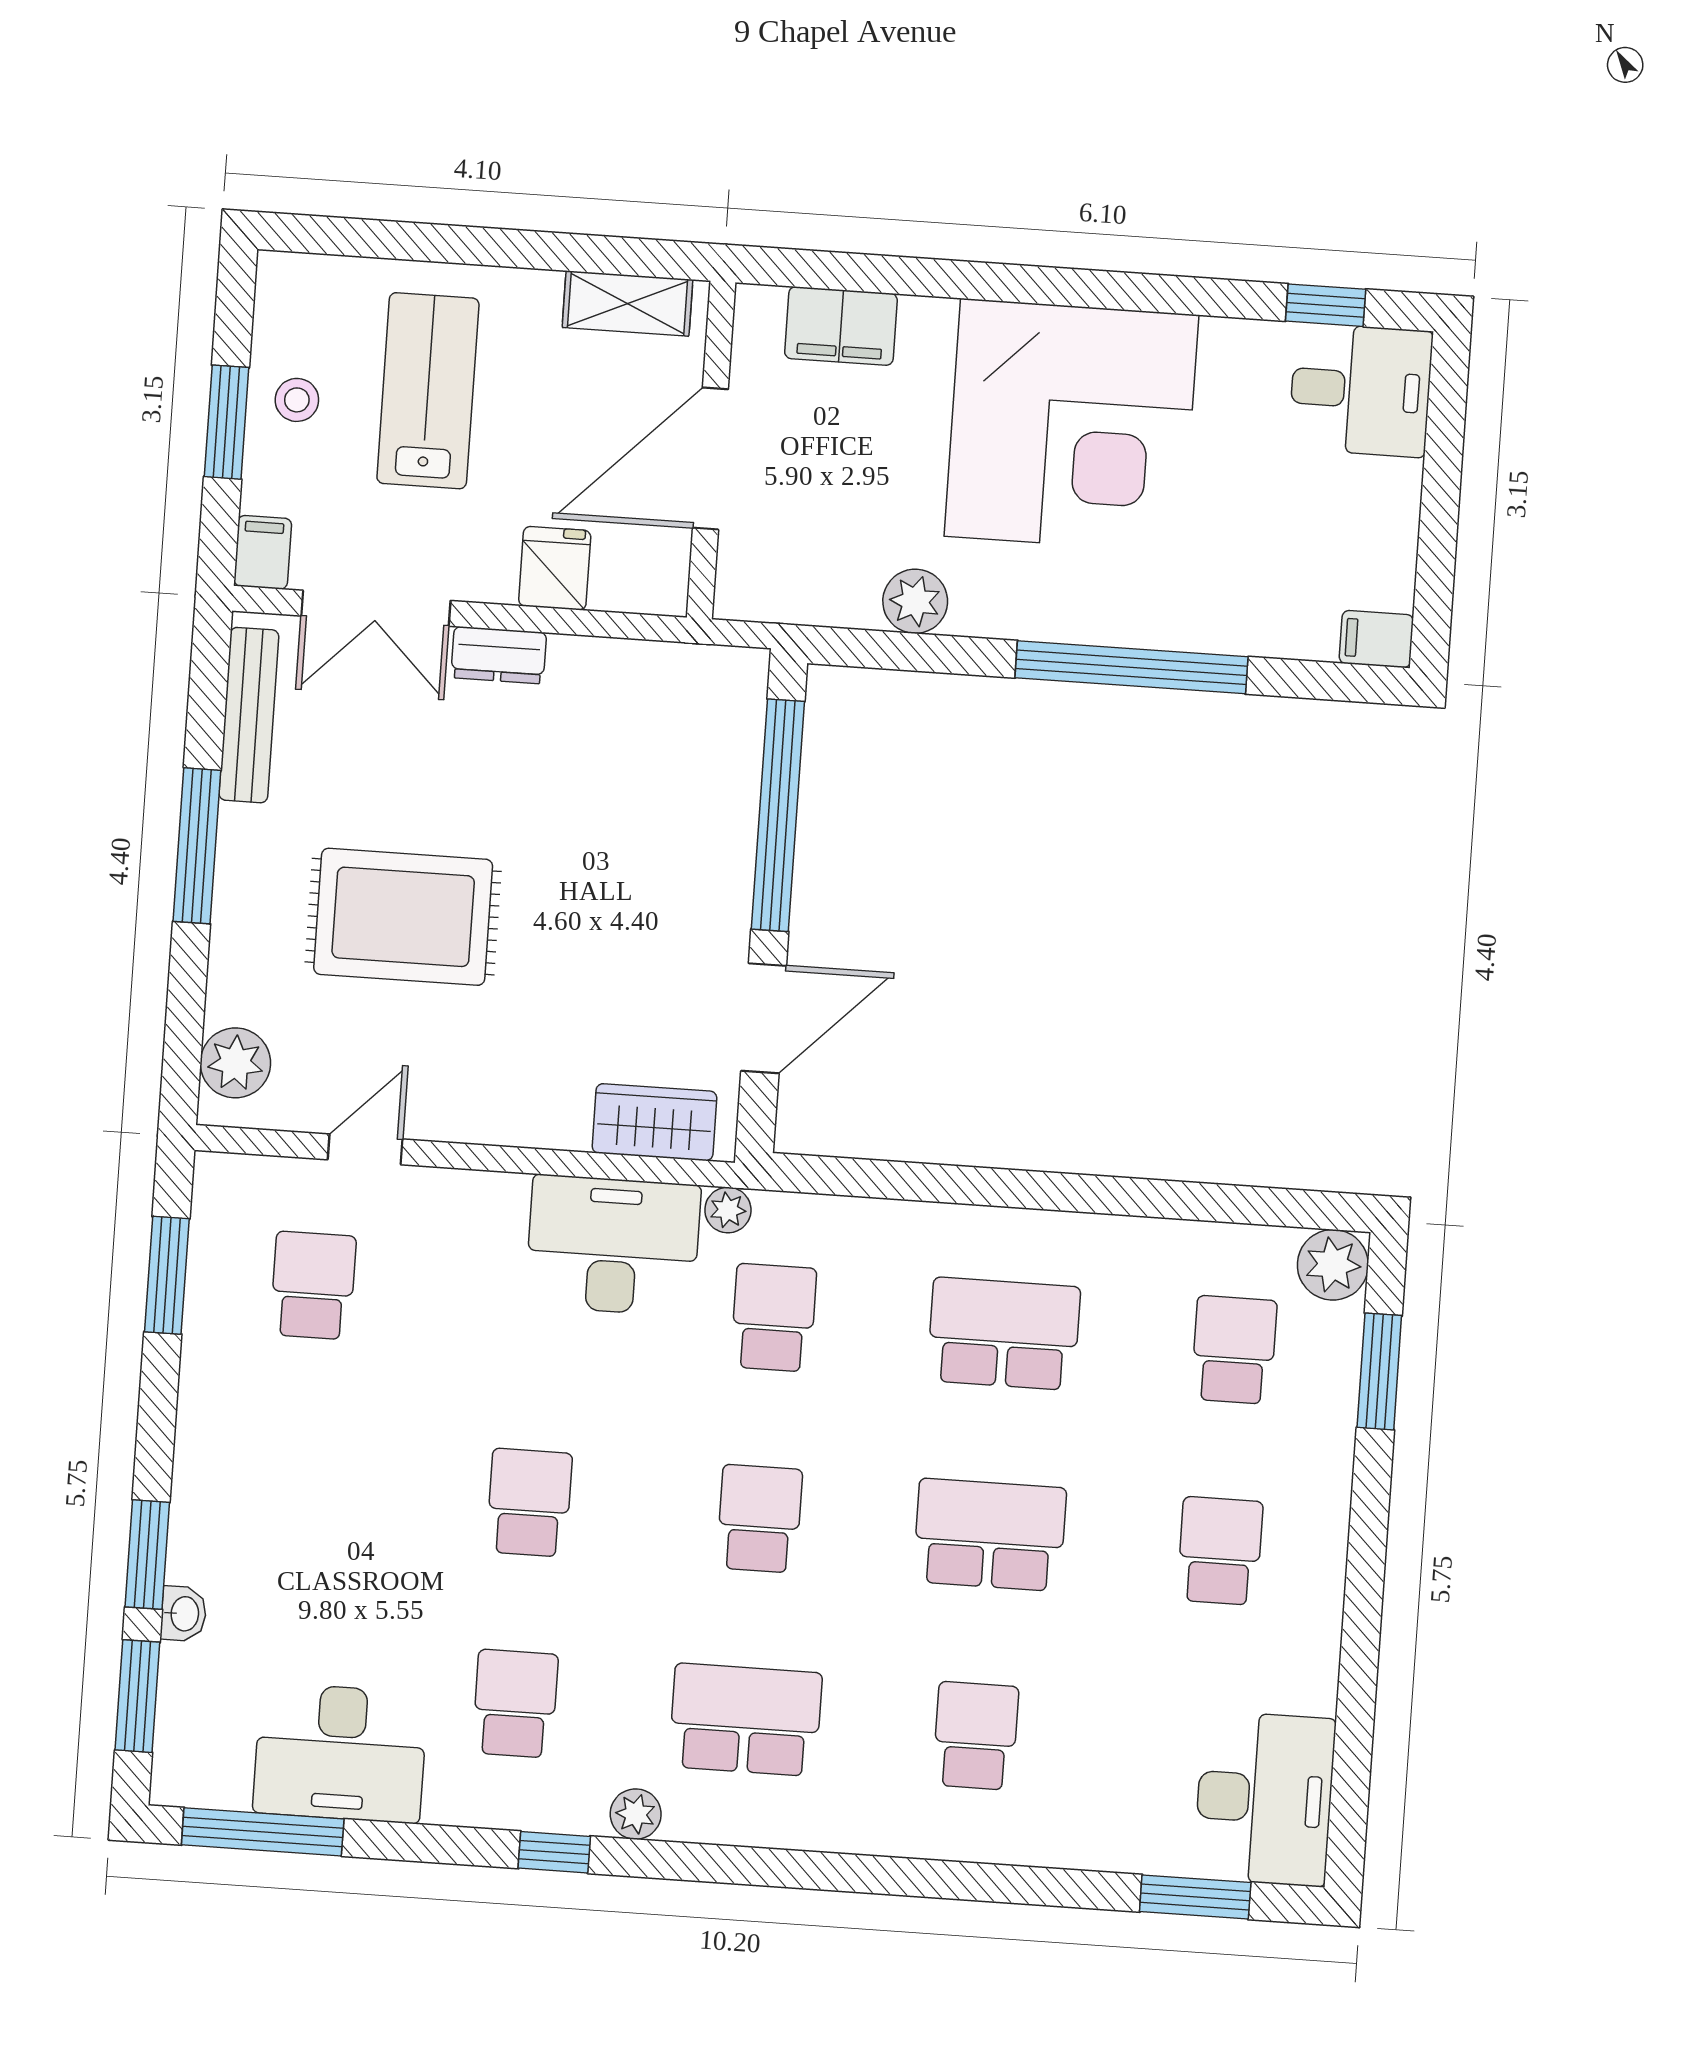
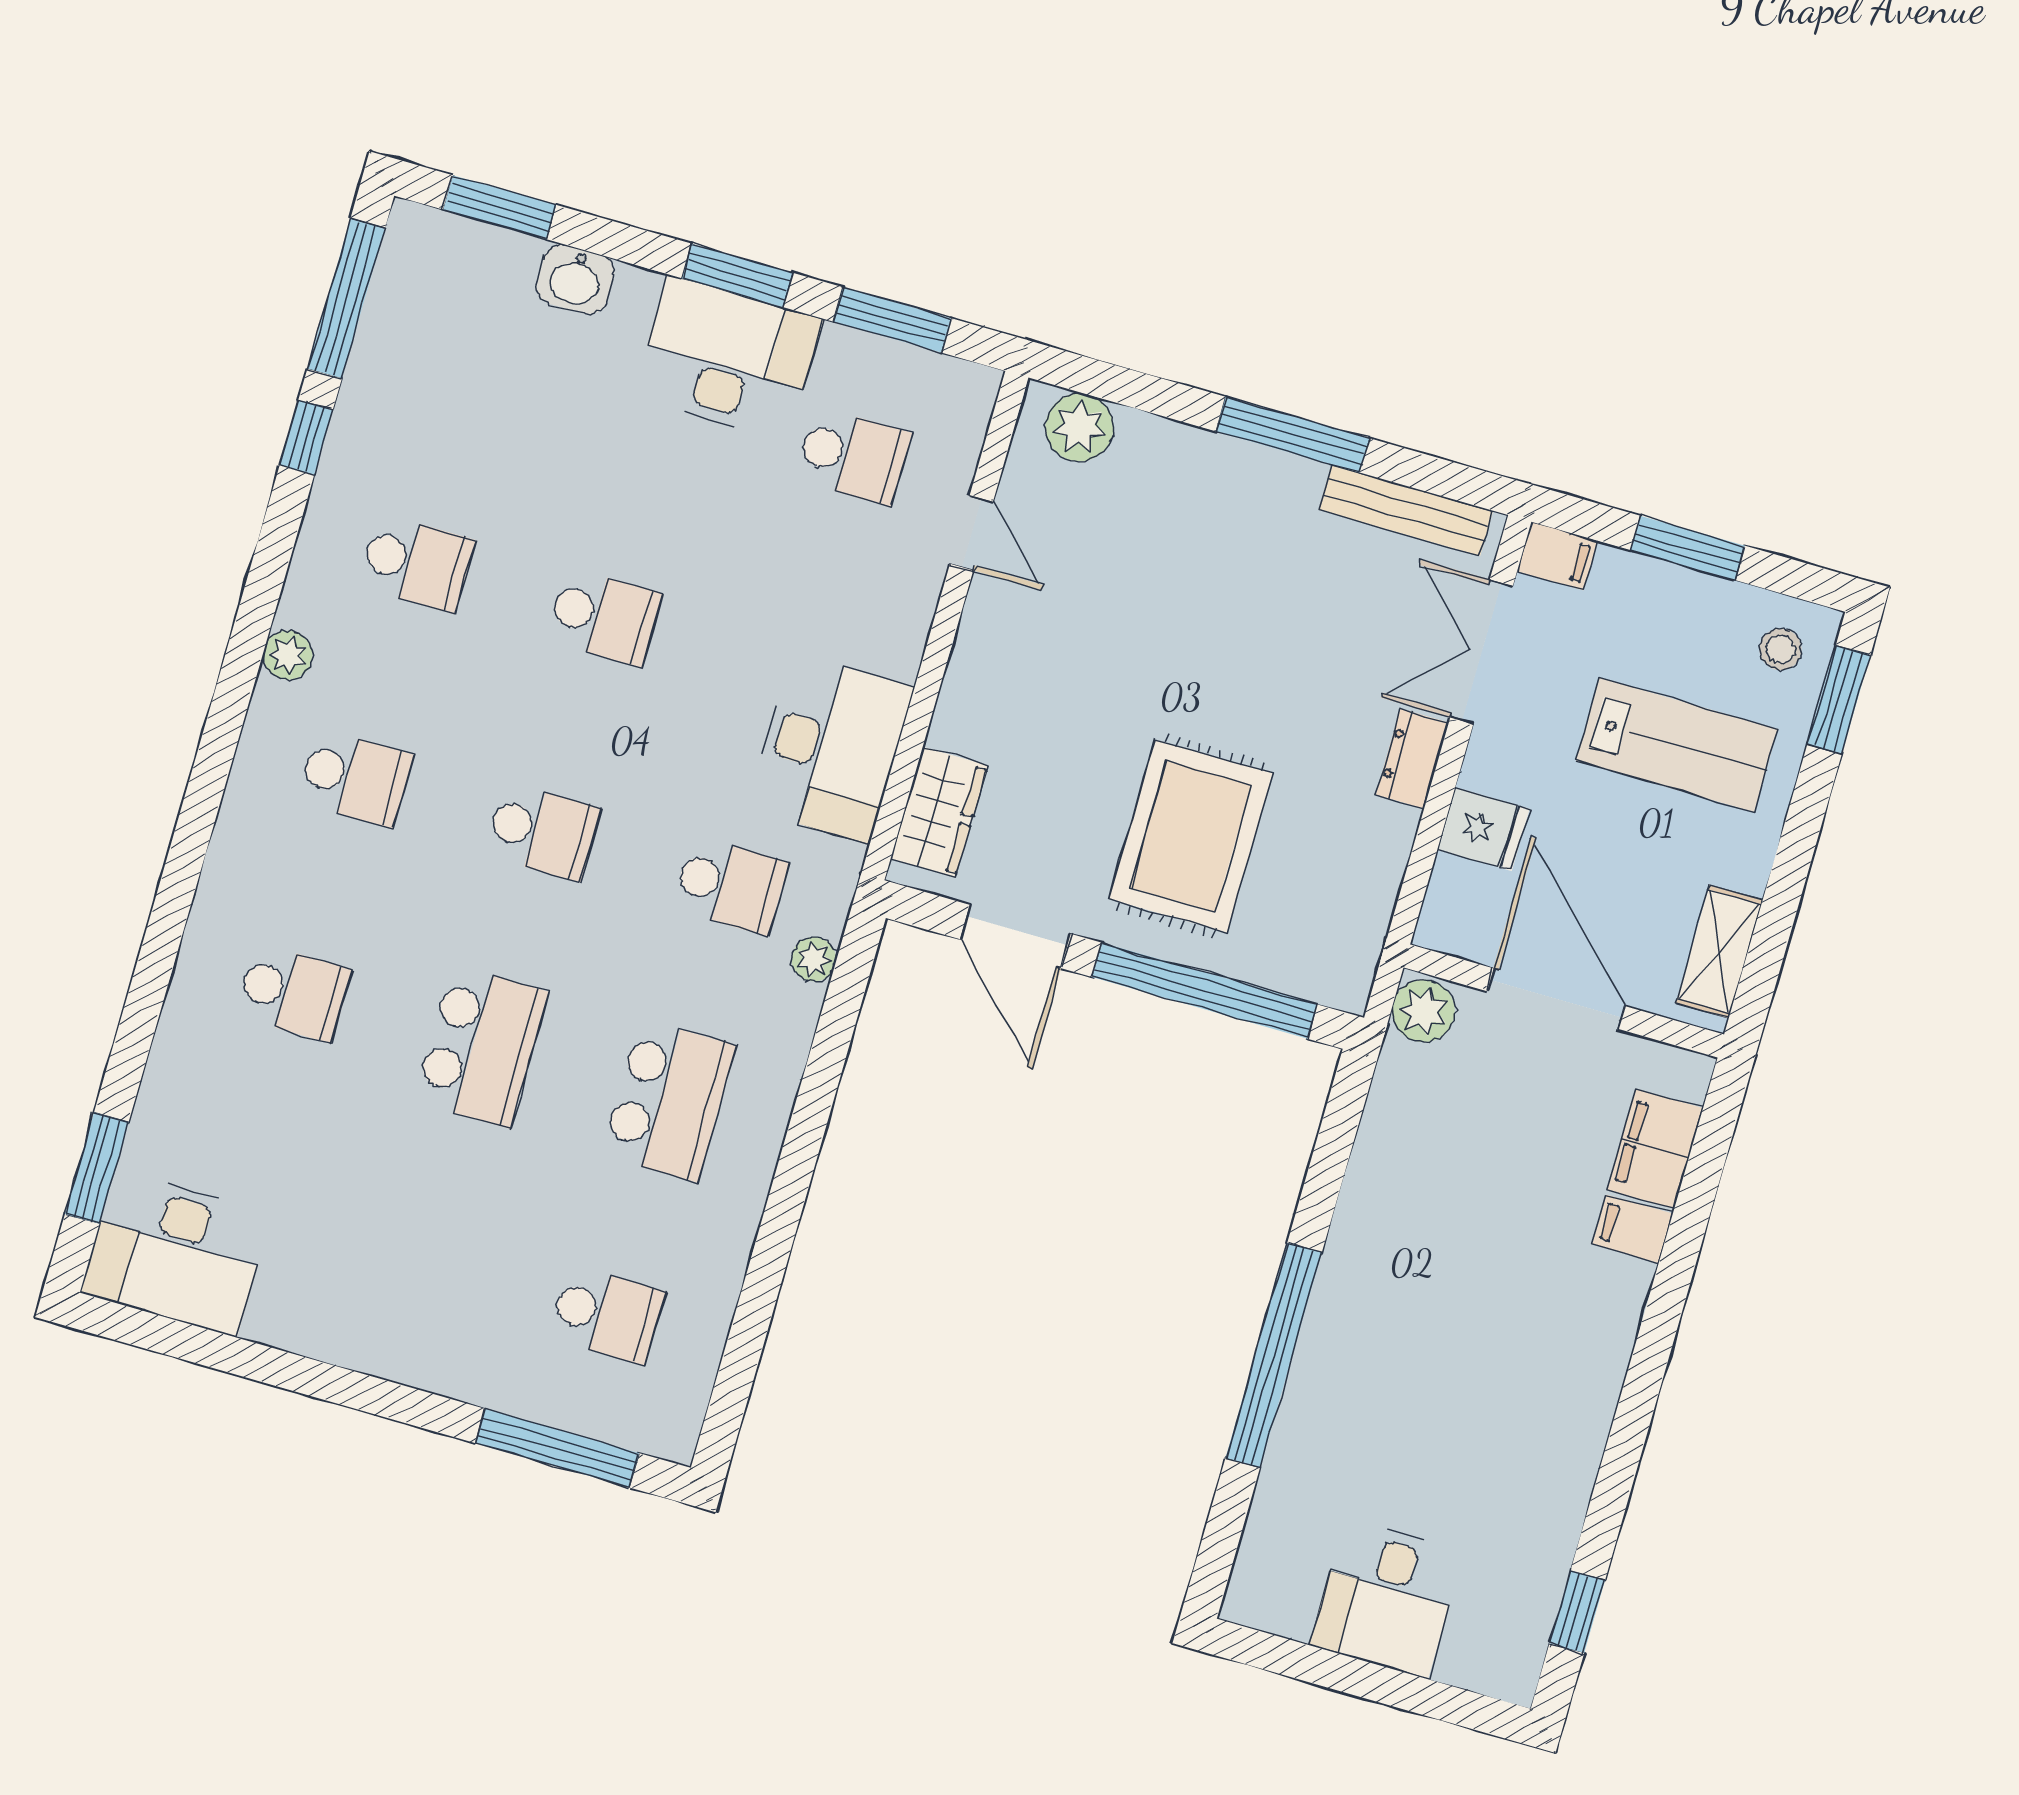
window: (347, 237) -> (1839, 699), added
desk: (1361, 390) -> (1387, 1598), moved
stool: (297, 400) -> (1781, 649), moved
corner desk: (1071, 426) -> (1514, 1347), removed
plant: (915, 601) -> (1423, 1011), moved
filing cabinet: (1376, 639) -> (1633, 1229), moved, turned -90
rug: (403, 917) -> (1191, 836), moved
plant: (728, 1210) -> (814, 959), moved
plant: (1333, 1265) -> (667, 1426), removed
window: (1379, 1371) -> (557, 1448), width x1.44
school desk: (1220, 1551) -> (419, 1261), removed
window: (147, 1555) -> (737, 275), moved
washbasin: (184, 1614) -> (575, 279), width x1.38, depth x1.45
school desk: (745, 1720) -> (355, 778), width x0.54
desk: (340, 1753) -> (728, 358), moved, turned 90
window: (554, 1852) -> (306, 437), moved

